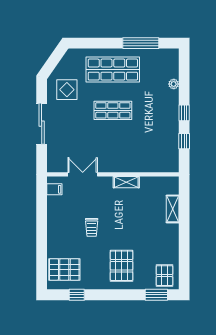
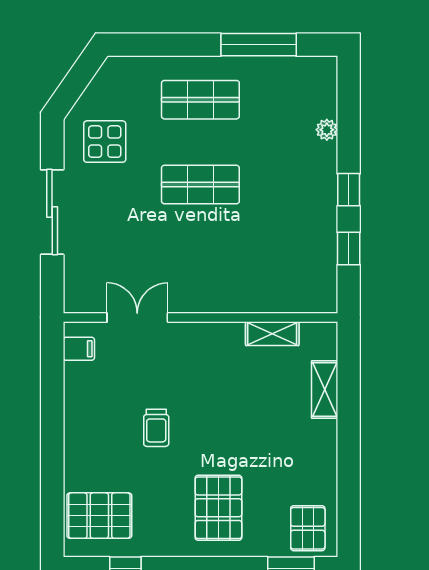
shop shelf: (113, 70) -> (200, 100), width x0.70, depth x0.74
shelving: (126, 182) -> (272, 334), moved

